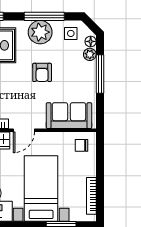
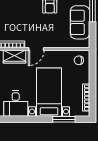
sofa: (69, 116) -> (80, 22), moved, turned -90

